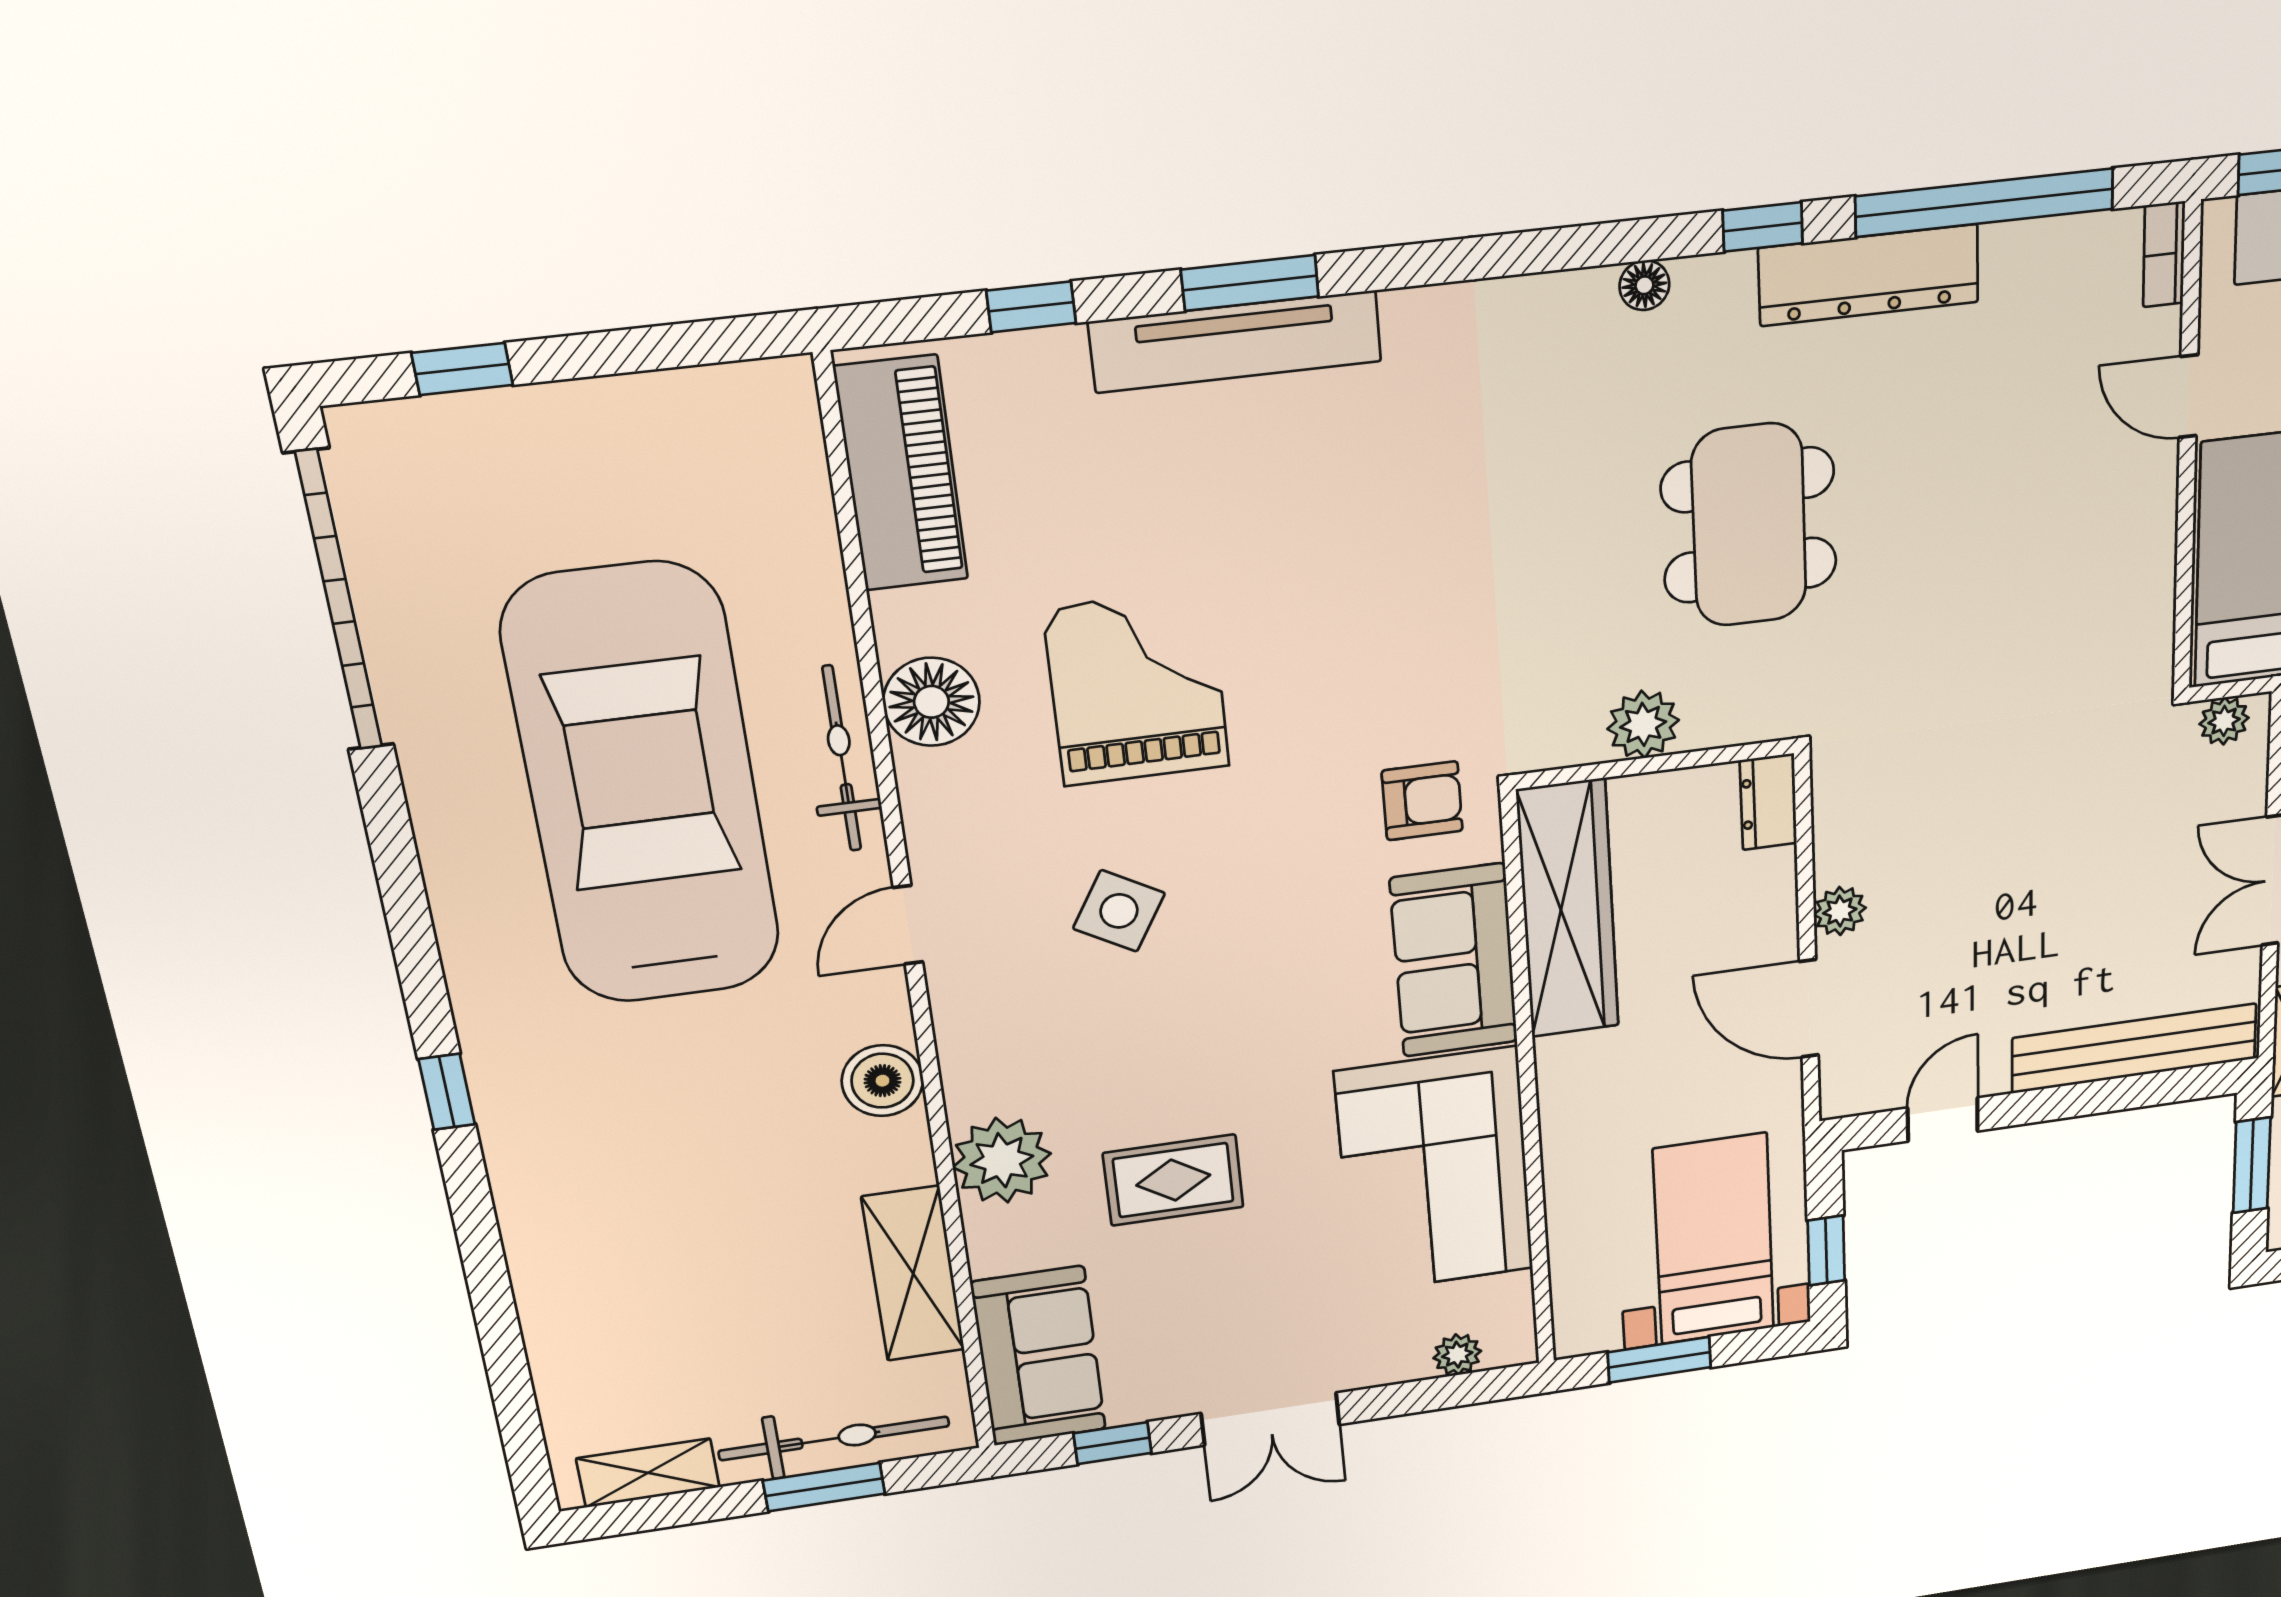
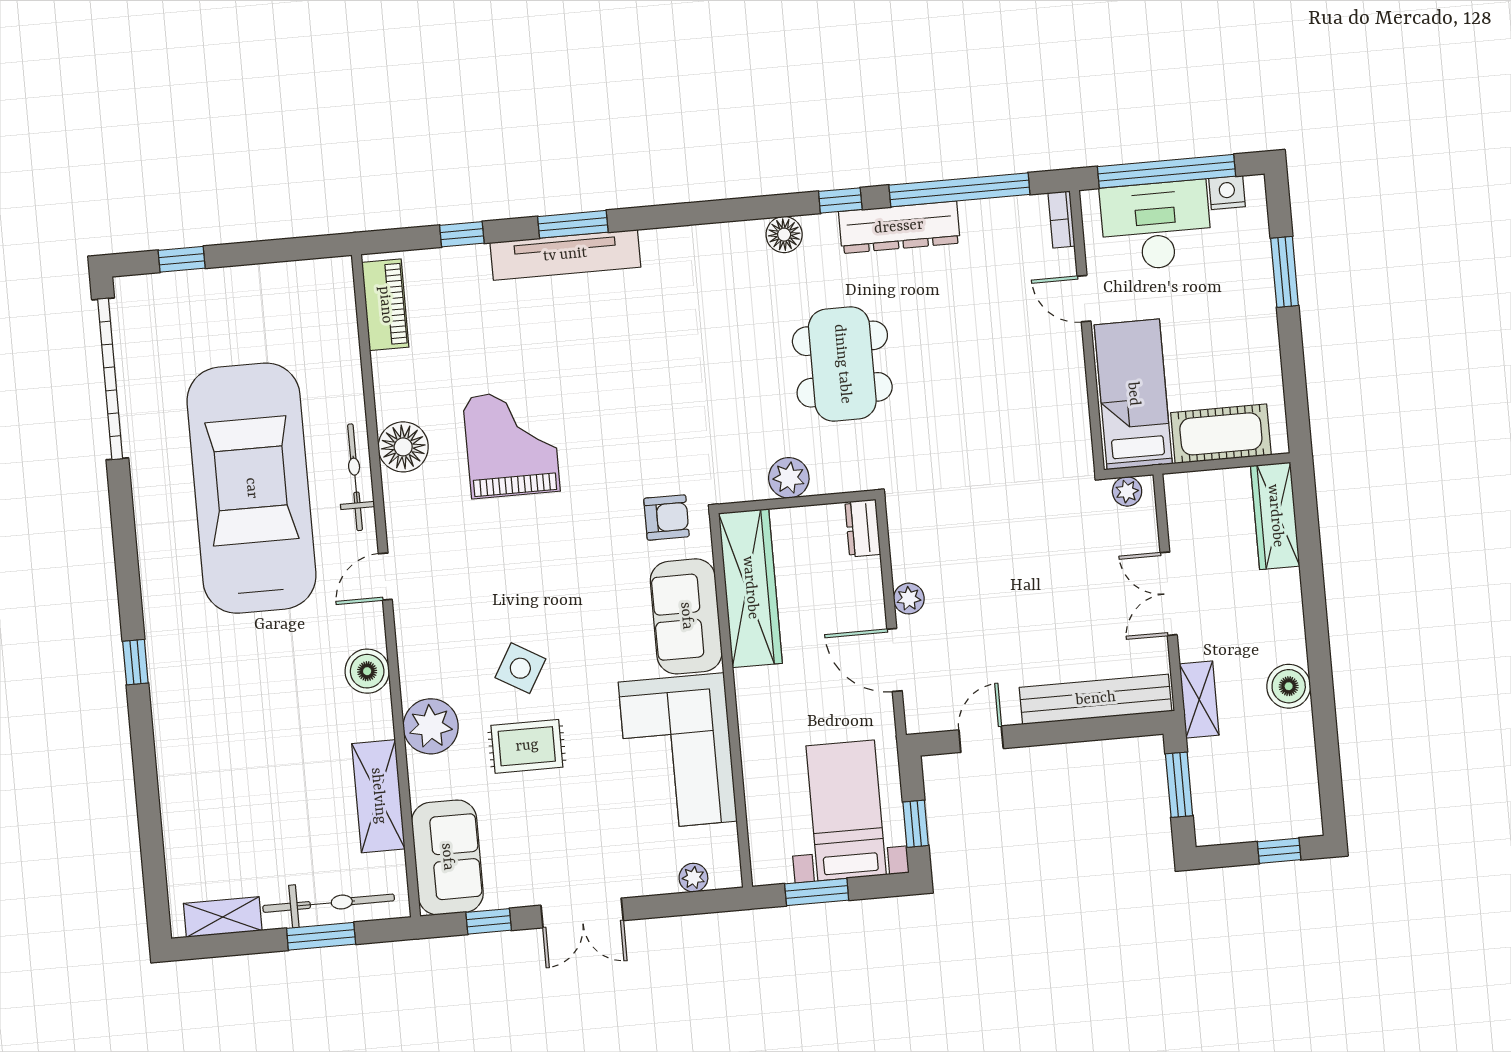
floor lamp: (1644, 285) -> (784, 235), width x1.37, depth x1.37
piano: (901, 474) -> (385, 305), width x0.73, depth x0.75
side table: (1119, 911) -> (520, 668), moved

